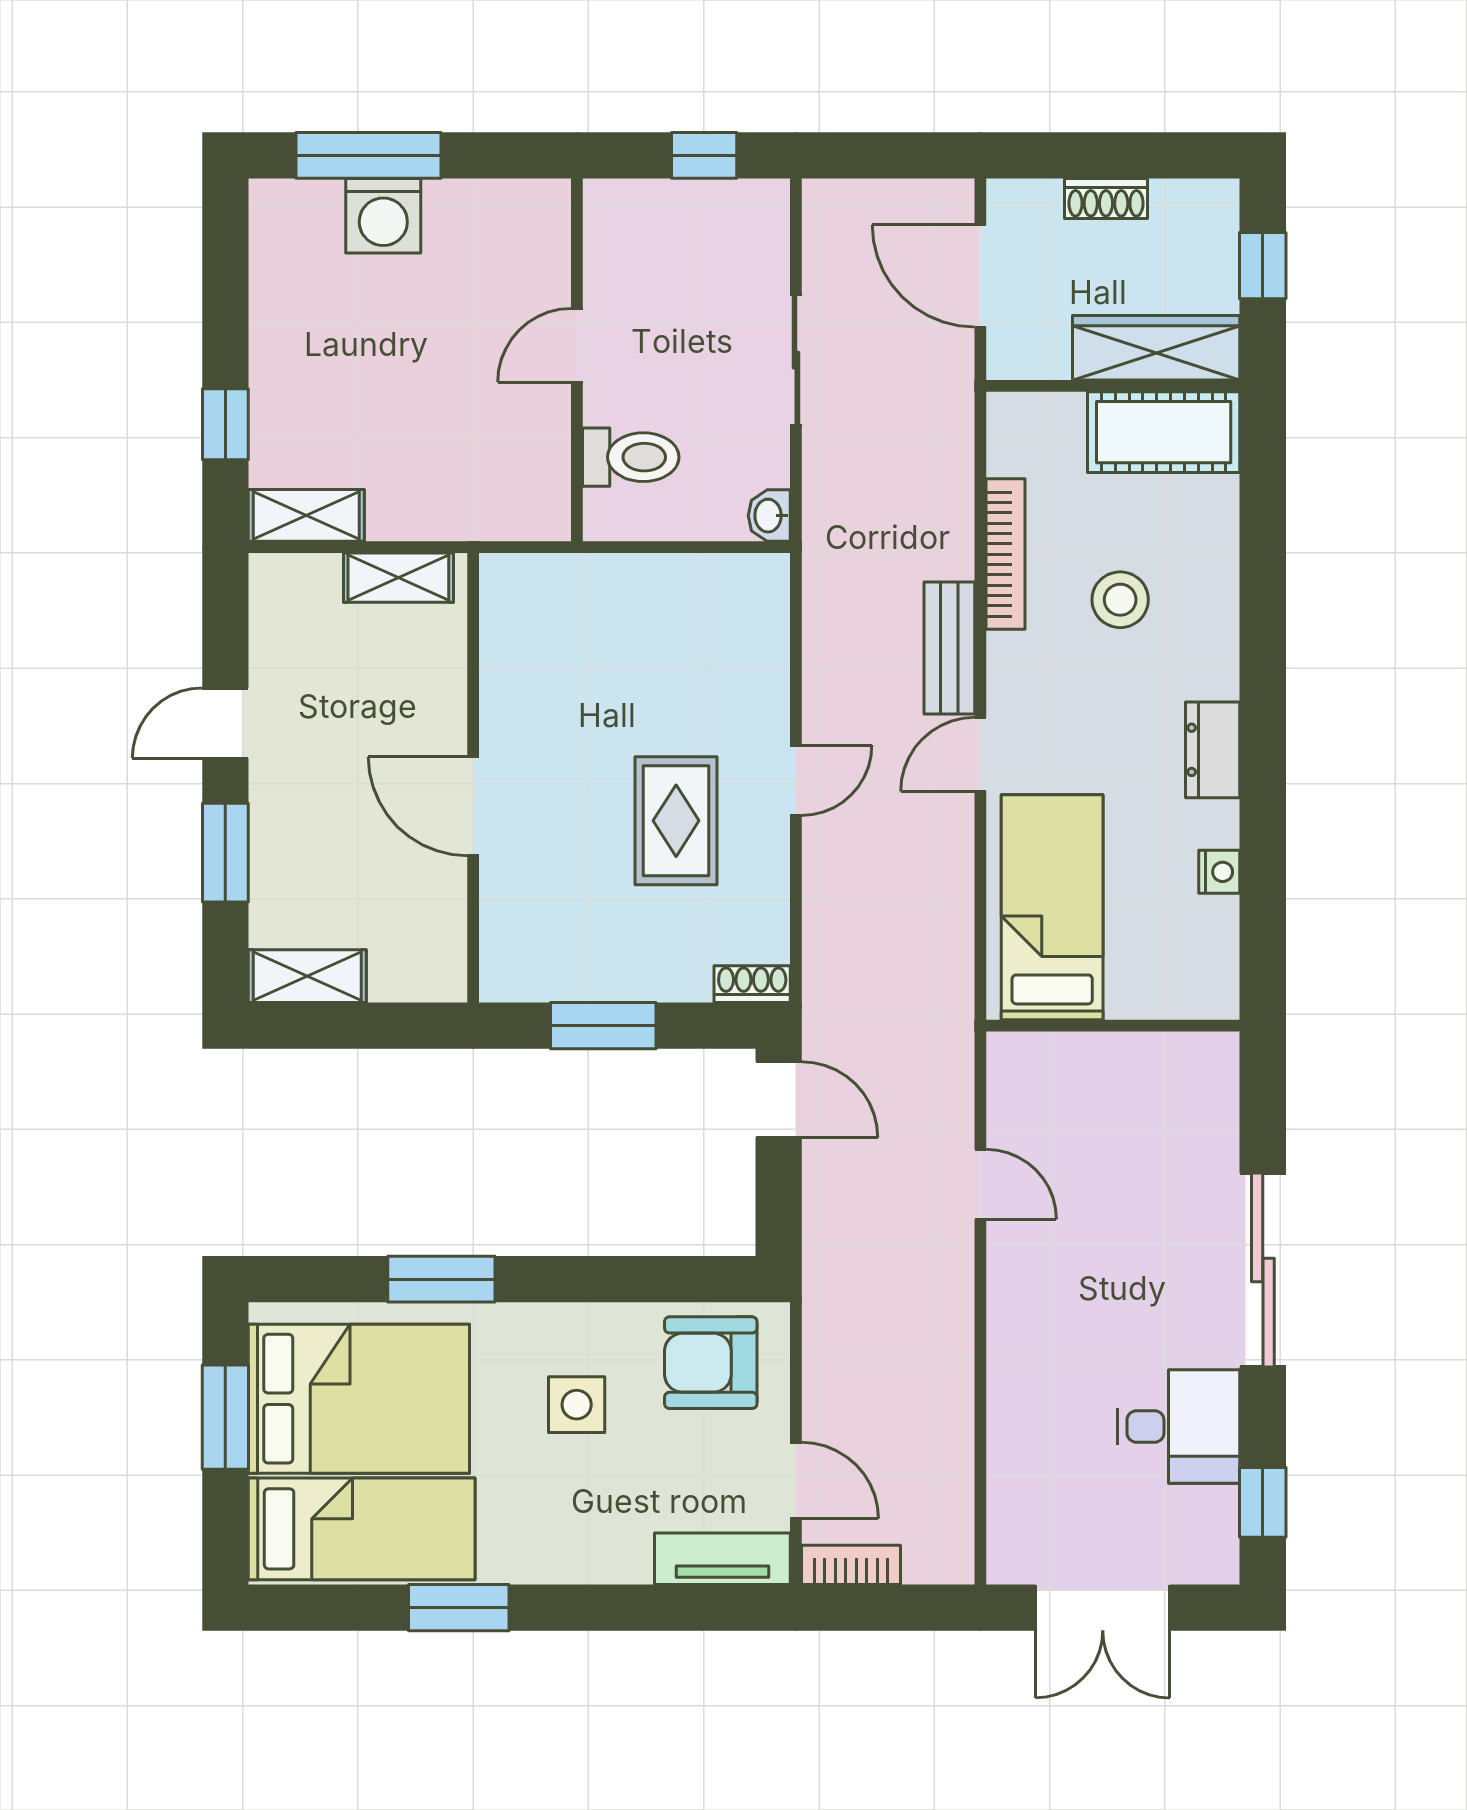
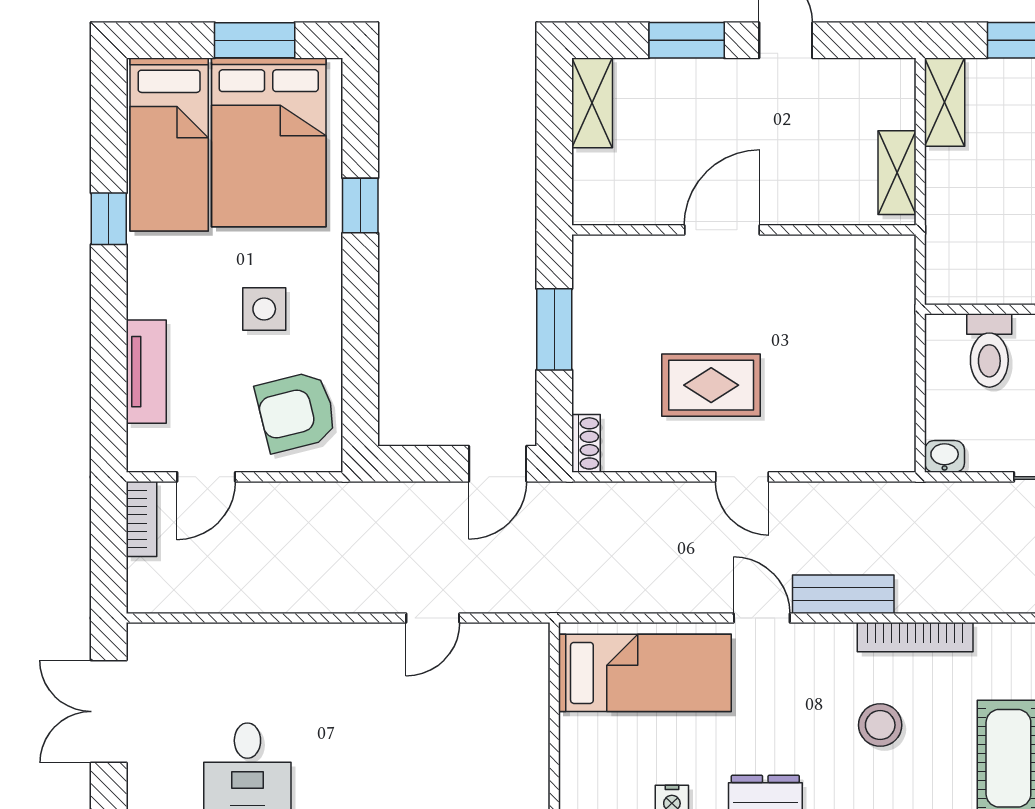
window: (441, 1279) -> (360, 205), width x0.67
armchair: (711, 1363) -> (296, 412), turned -104
tv unit: (722, 1559) -> (146, 372), moved
window: (459, 1608) -> (109, 219), width x0.67

